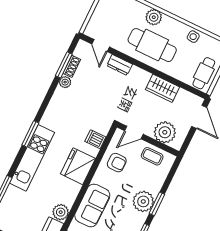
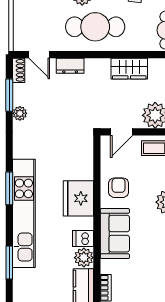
shoe rack: (72, 66) -> (19, 70), moved
dishwasher: (95, 139) -> (83, 239), moved
kitchen unit: (32, 158) -> (24, 213), width x1.36
armchair: (117, 163) -> (119, 188), moved, turned -90

